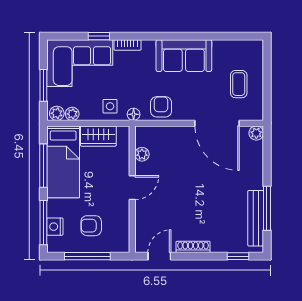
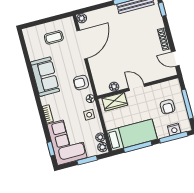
window: (99, 36) -> (51, 149), moved
wardrobe: (98, 136) -> (115, 102), moved, turned 90

